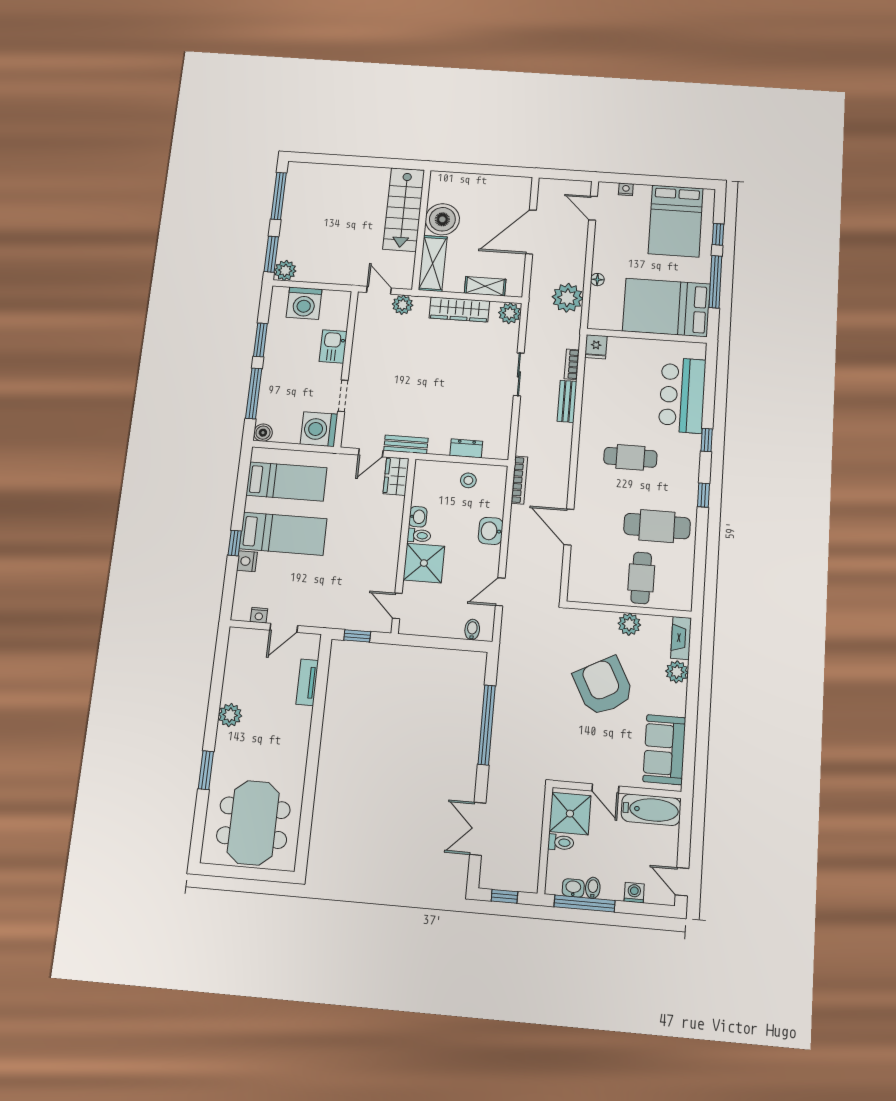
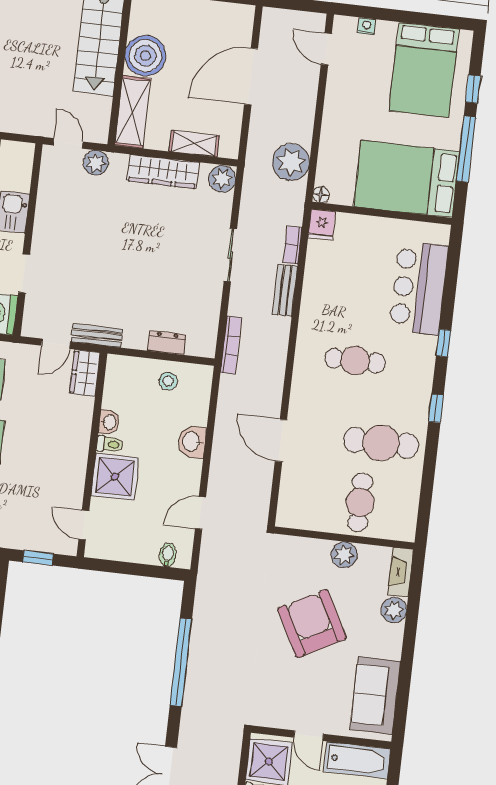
floor lamp: (597, 280) -> (321, 195), moved
bookcase: (519, 480) -> (231, 345), moved

